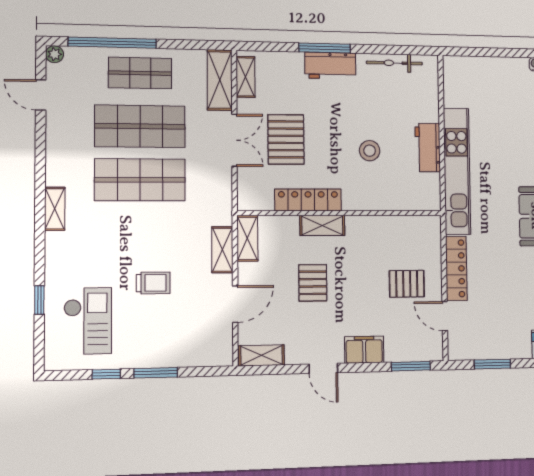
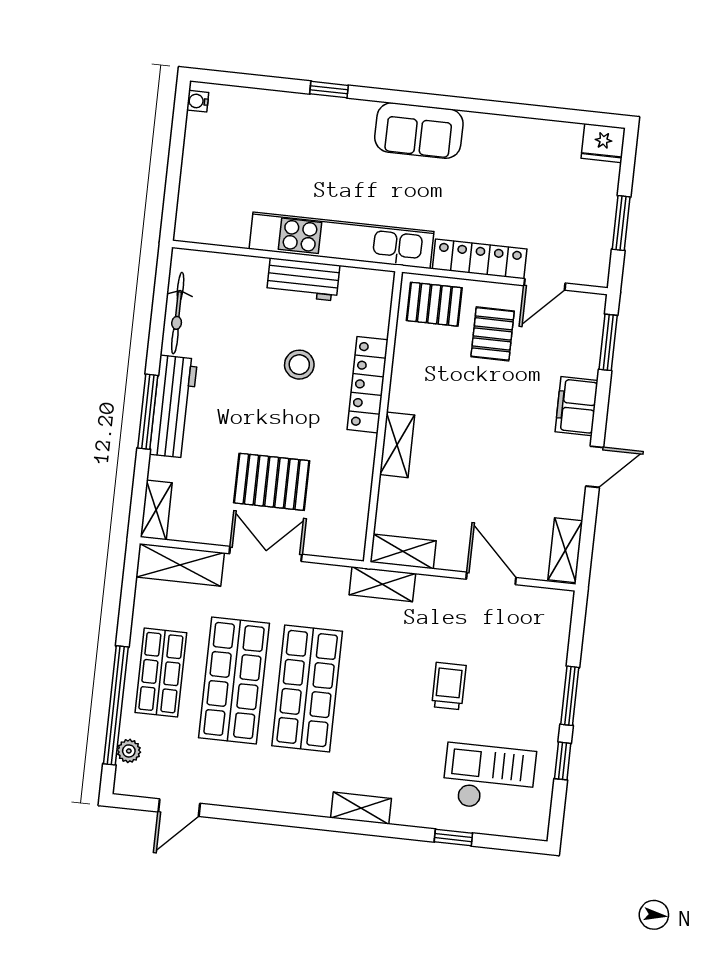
plant: (55, 54) -> (129, 751), moved
workbench: (330, 66) -> (173, 407), width x1.38
shelving: (246, 77) -> (156, 510), moved, turned 90
locker: (308, 200) -> (368, 385), moved
shelving: (55, 209) -> (361, 808), moved
shelving: (222, 250) -> (382, 584), moved
pallet: (313, 283) -> (434, 304), moved

